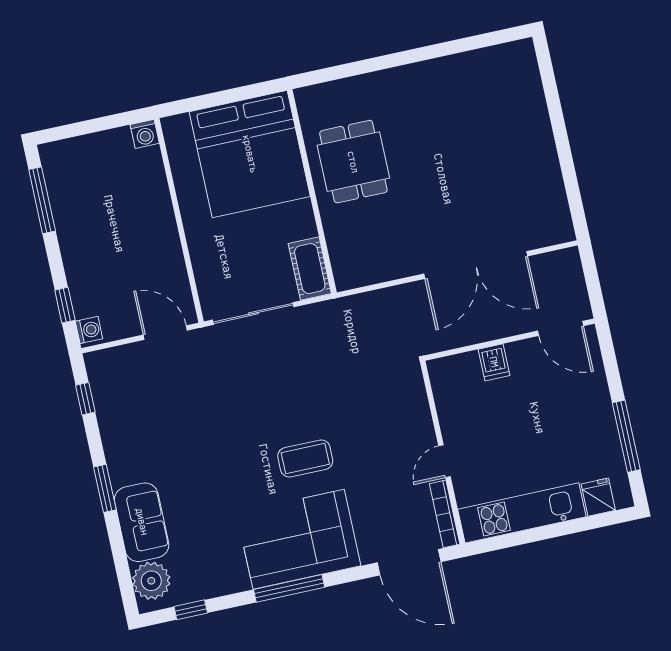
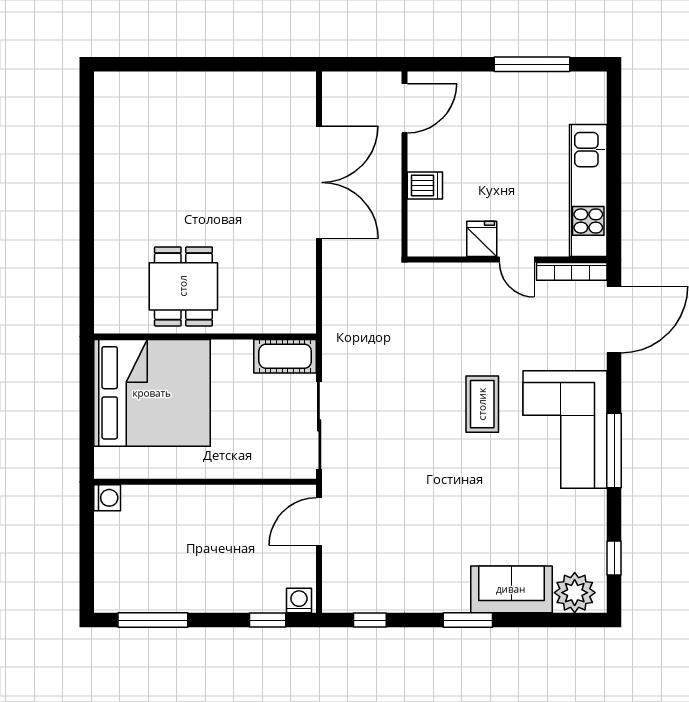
dining table: (353, 162) -> (183, 286), turned 90
fridge: (598, 497) -> (482, 239), moved, turned 90

